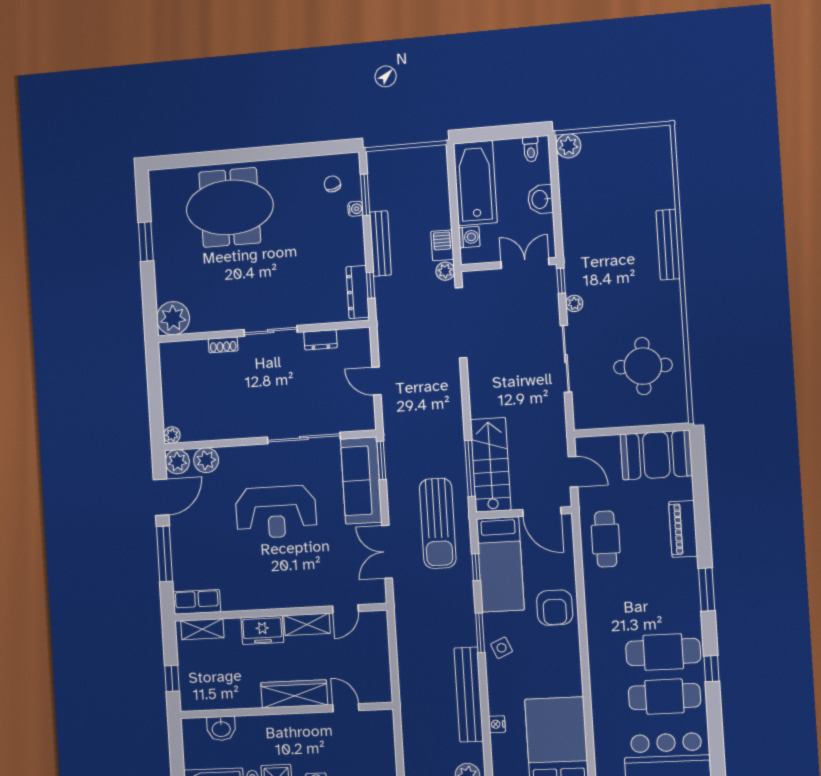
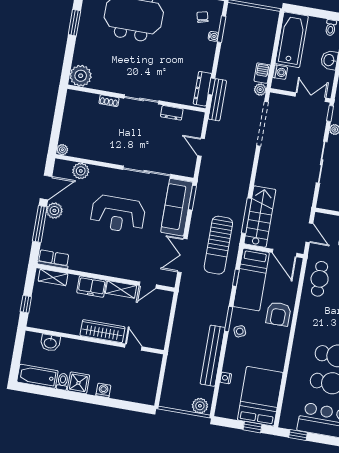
bench: (380, 244) -> (217, 100), moved
plant: (177, 462) -> (54, 211), moved

